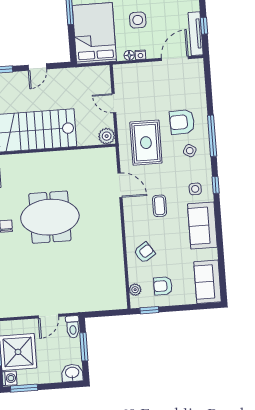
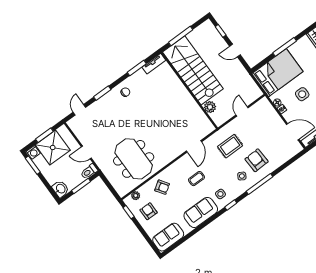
plant: (107, 136) -> (210, 107), moved
rug: (146, 143) -> (230, 146), width x0.73, depth x0.70
meeting table: (50, 217) -> (134, 159), moved

